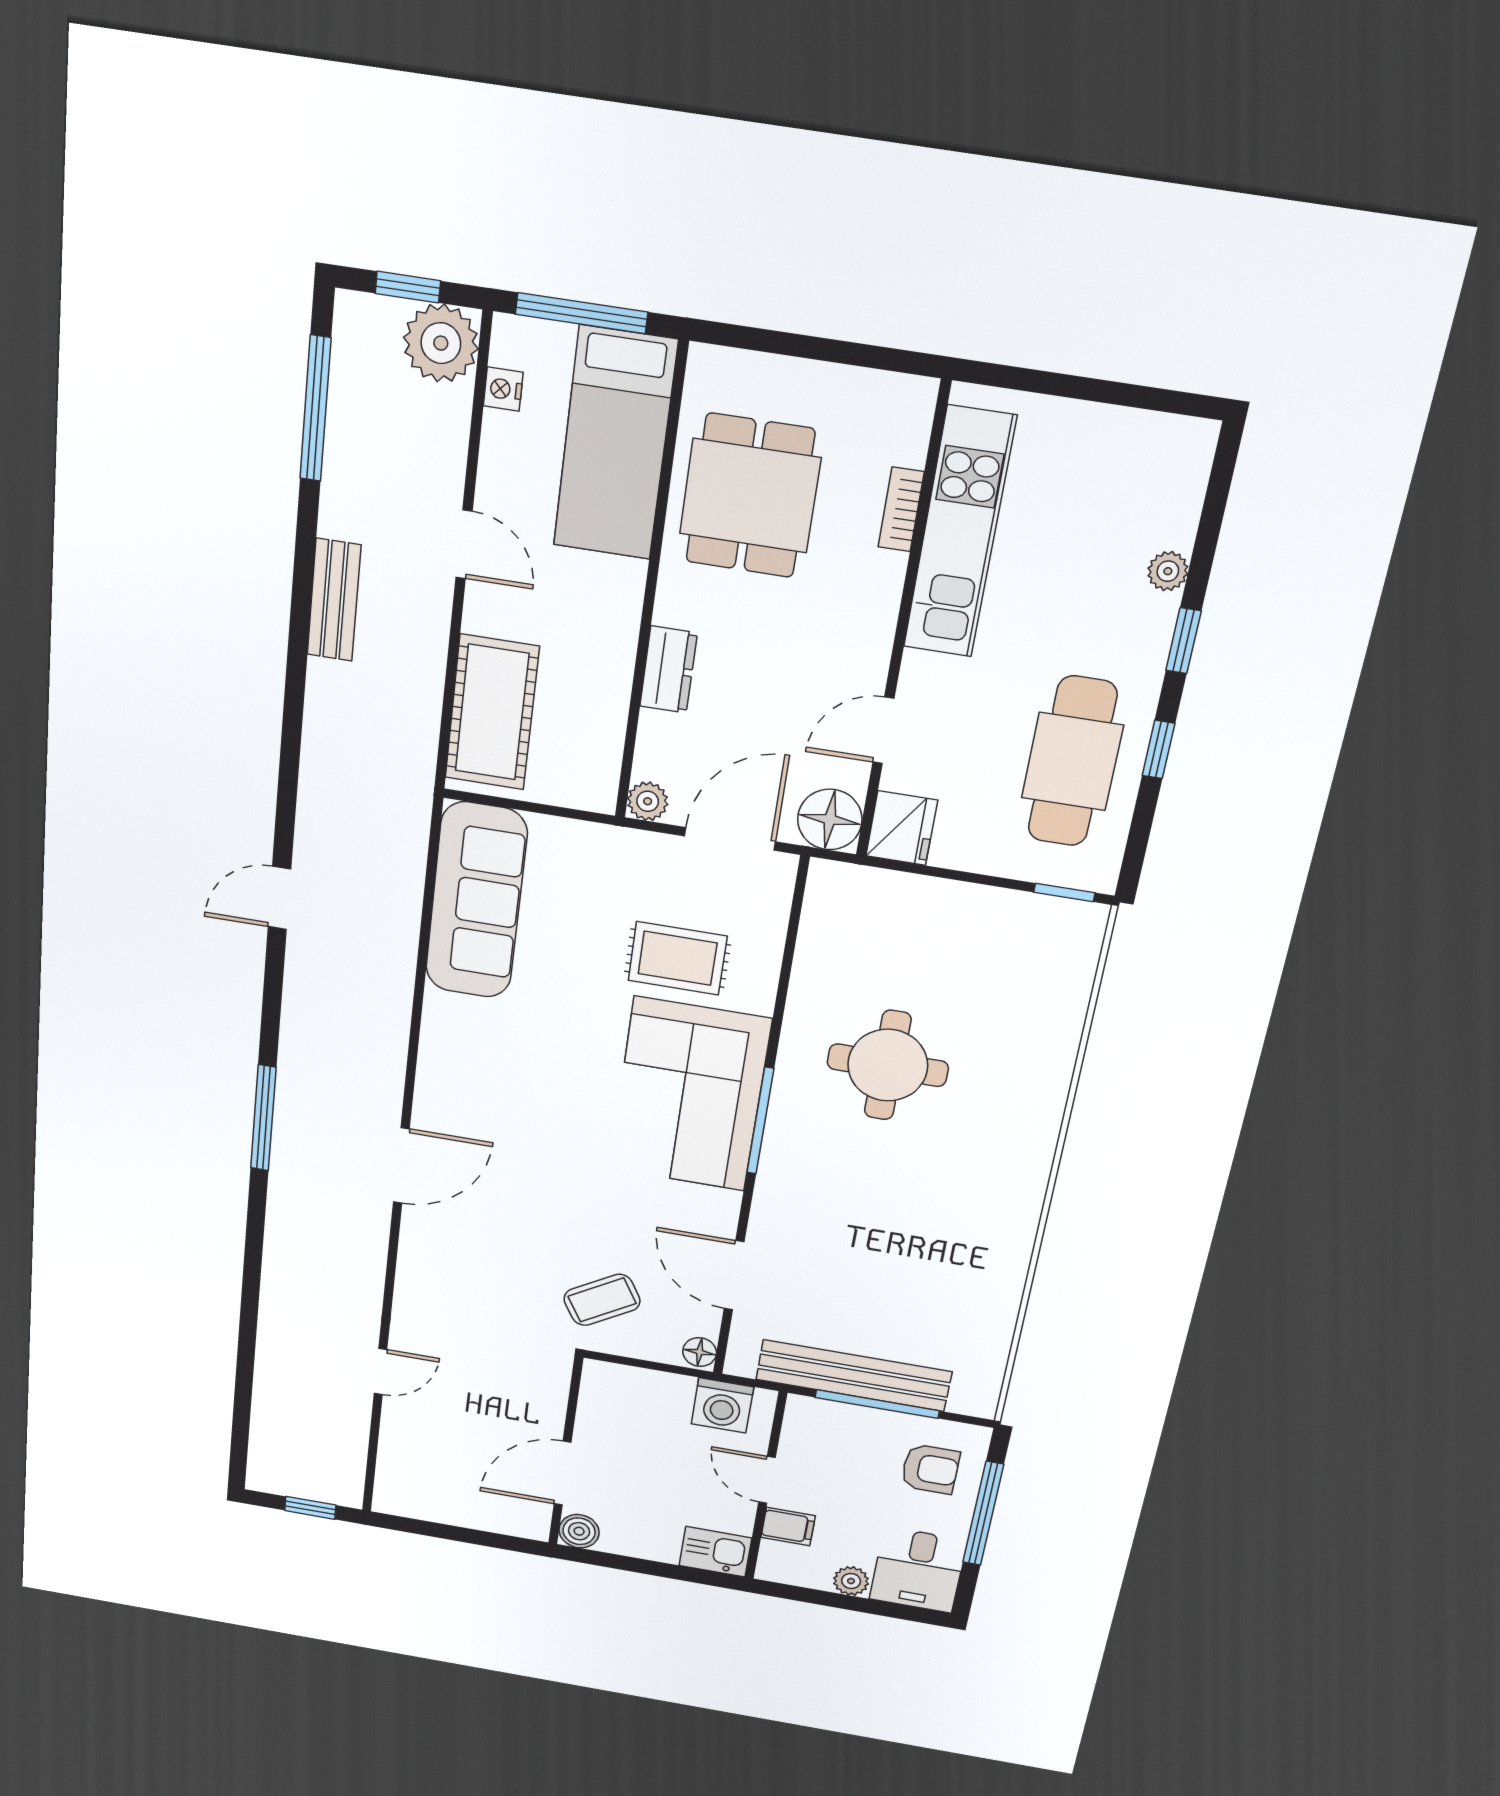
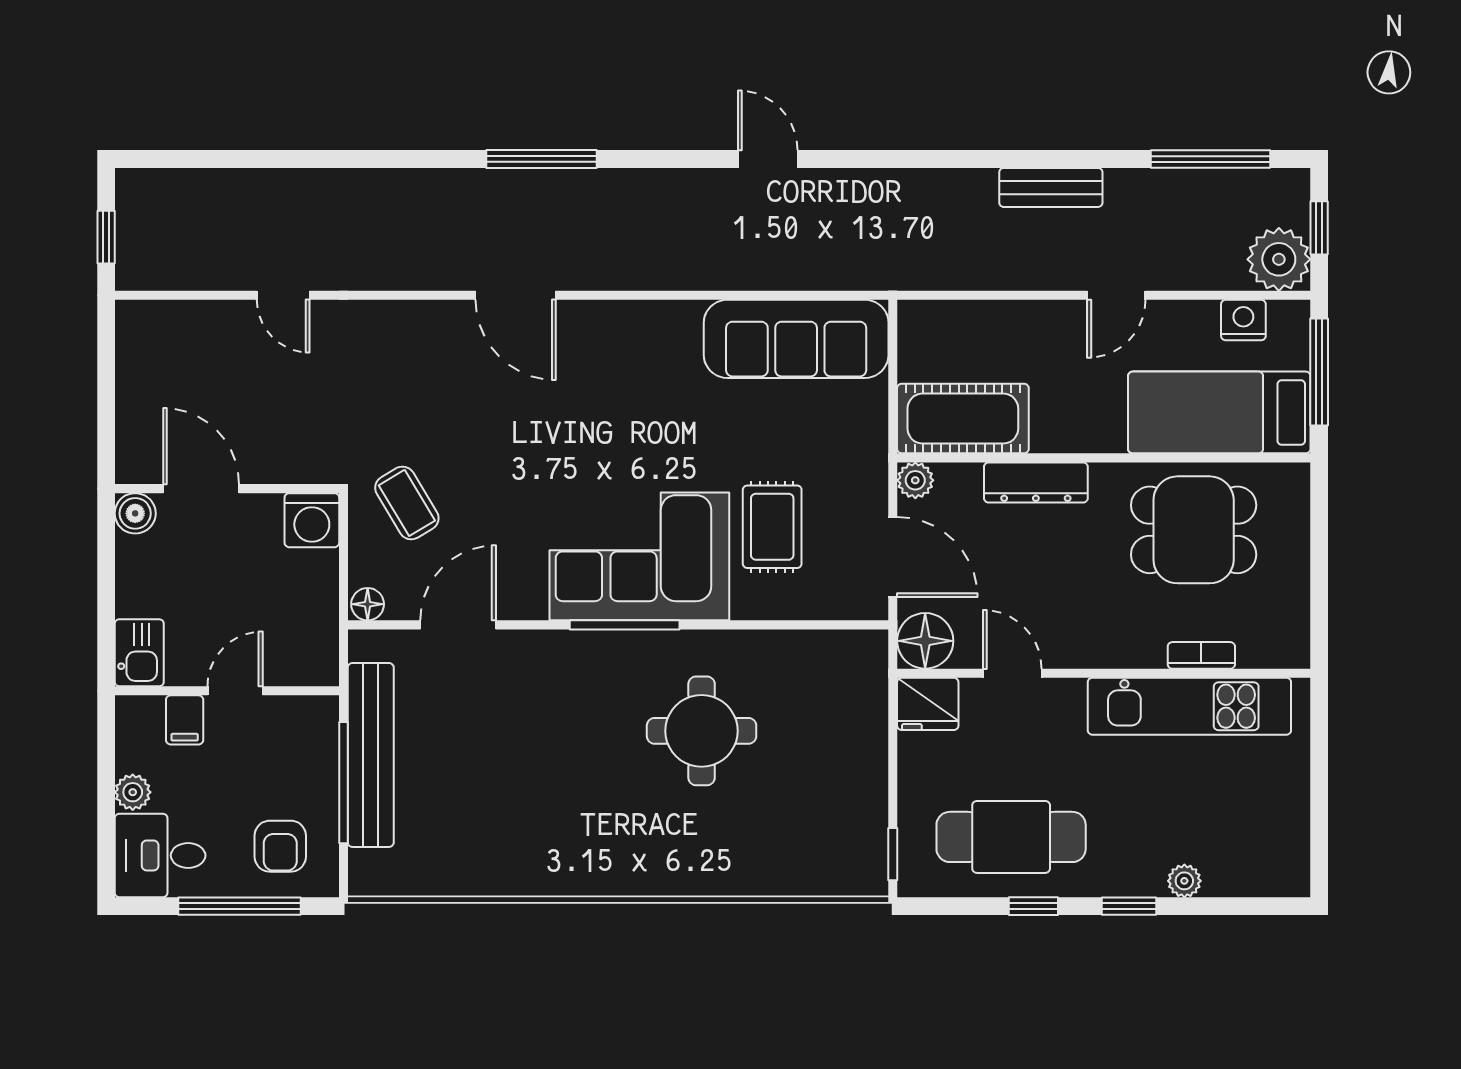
nightstand: (503, 389) -> (1243, 320), width x1.39, depth x1.35
dresser: (668, 670) -> (1036, 482), width x1.44
cot: (492, 712) -> (963, 419), moved
washing machine: (722, 1405) -> (312, 520), moved, turned -90

